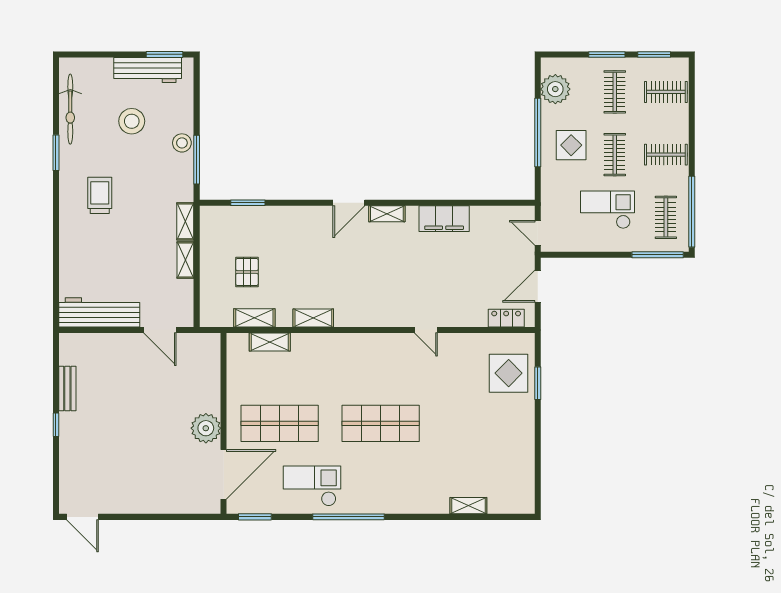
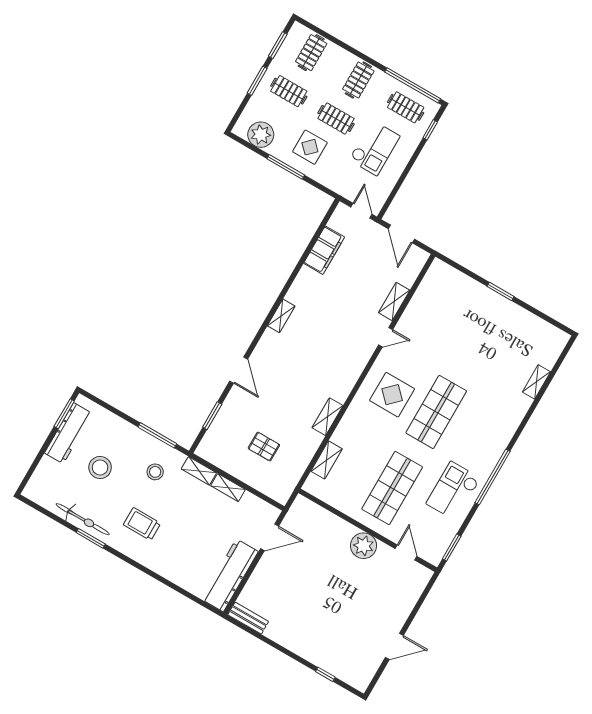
bicycle: (70, 109) -> (83, 519), moved
window: (538, 133) -> (286, 167), width x0.68
stool: (182, 143) -> (155, 472), moved
door: (349, 203) -> (239, 370), moved
checkout: (608, 210) -> (374, 148), turned 180
filing cabinet: (444, 219) -> (324, 250), moved
door: (538, 233) -> (361, 211), swing flipped
window: (658, 255) -> (430, 130), width x0.46
shelving: (254, 318) -> (394, 301), moved
locker: (506, 318) -> (412, 272), removed
display table: (509, 373) -> (392, 395), moved
window: (538, 383) -> (501, 291), moved
bench: (67, 389) -> (248, 618), moved
window: (56, 425) -> (325, 674), moved
door: (224, 474) -> (406, 552), width x0.53
door: (83, 517) -> (394, 646), moved

